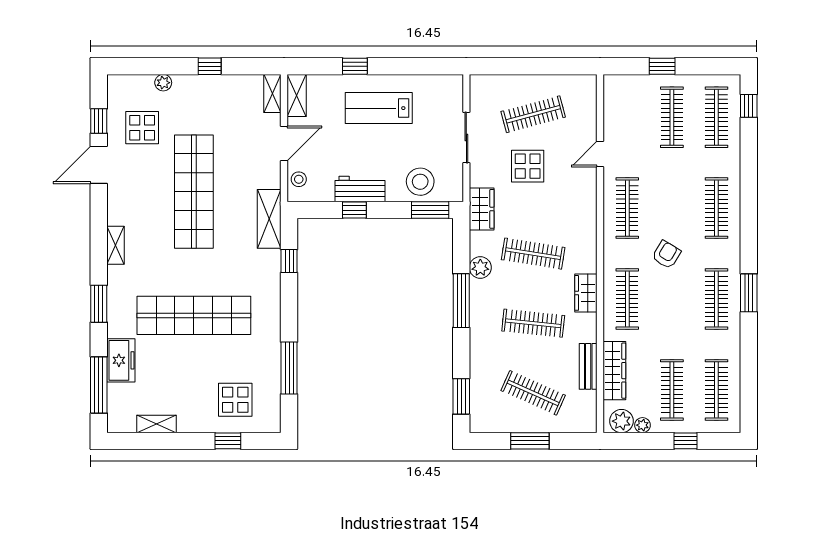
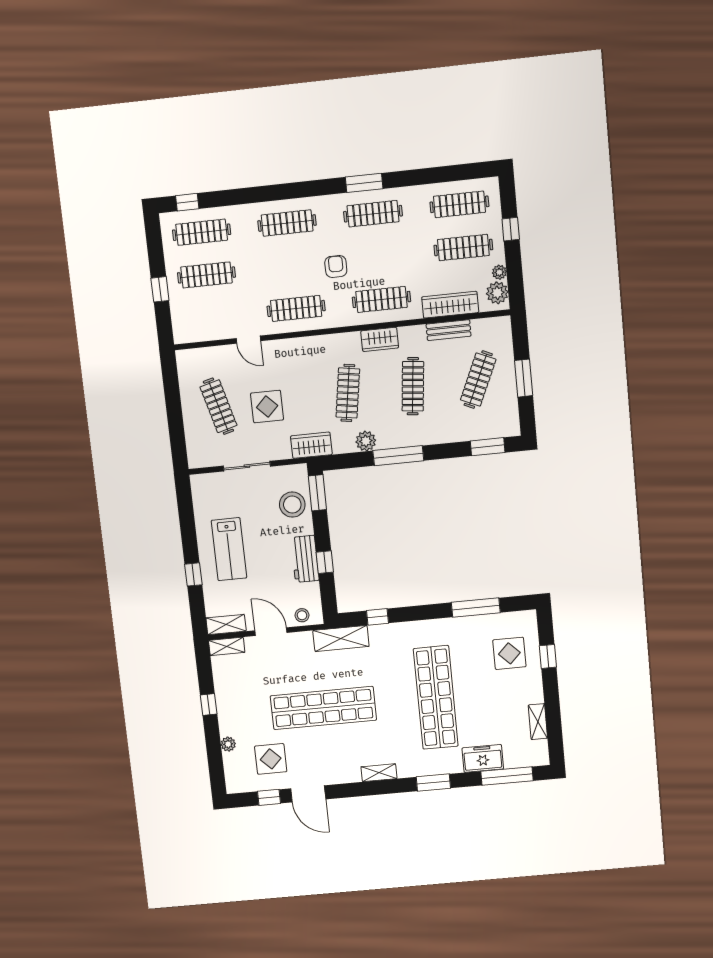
armchair: (666, 255) -> (336, 266), turned 59

